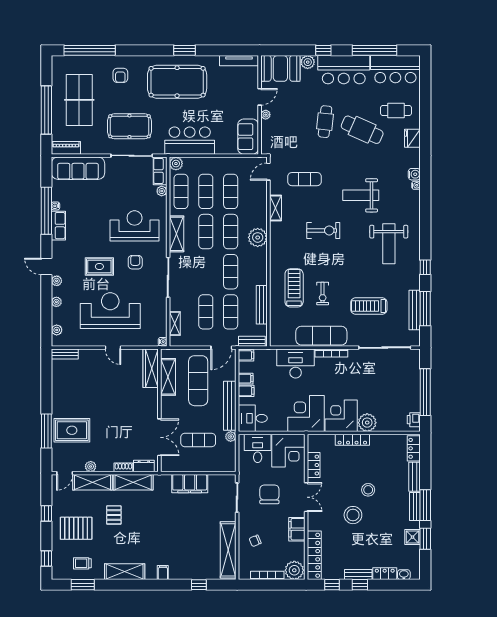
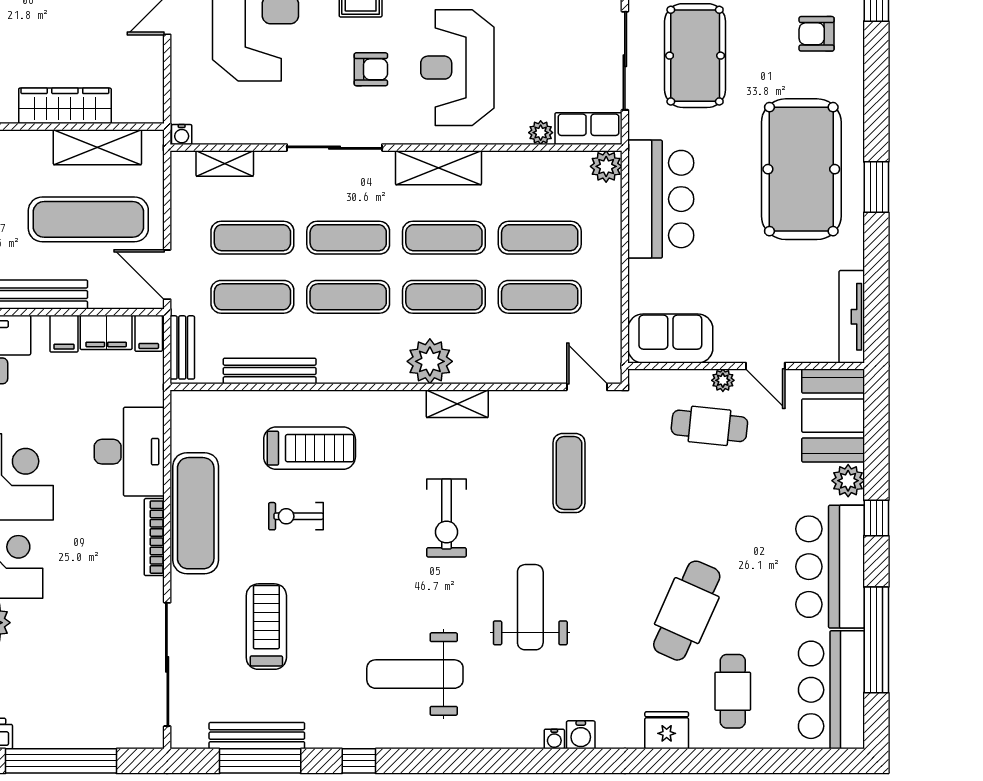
cafe table: (325, 122) -> (709, 426), moved
exercise mat: (181, 191) -> (348, 238), moved
shelving: (275, 208) -> (457, 404), moved
reception desk: (135, 226) -> (457, 68), turned 180
wardrobe: (151, 368) -> (65, 106), moved
filing cabinet: (246, 379) -> (106, 332), width x2.00

